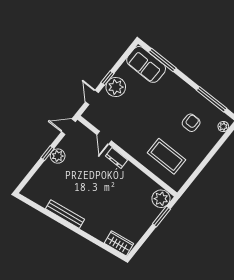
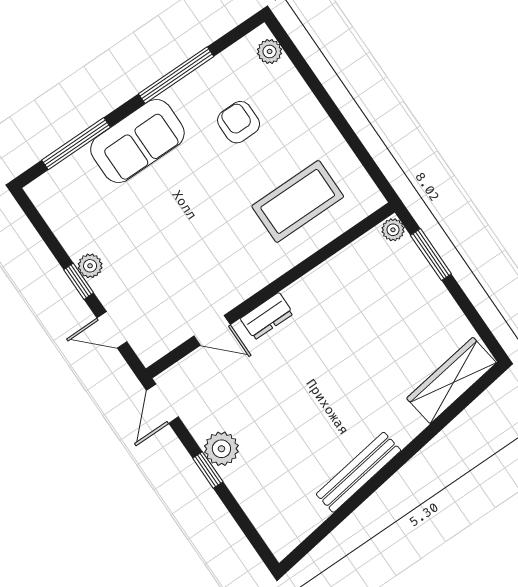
sofa: (146, 64) -> (137, 141), moved
plant: (116, 87) -> (90, 266), width x0.53, depth x0.53
window: (212, 99) -> (176, 75), moved
plant: (161, 199) -> (393, 230), width x0.53, depth x0.53
wardrobe: (119, 243) -> (452, 380), width x1.50

